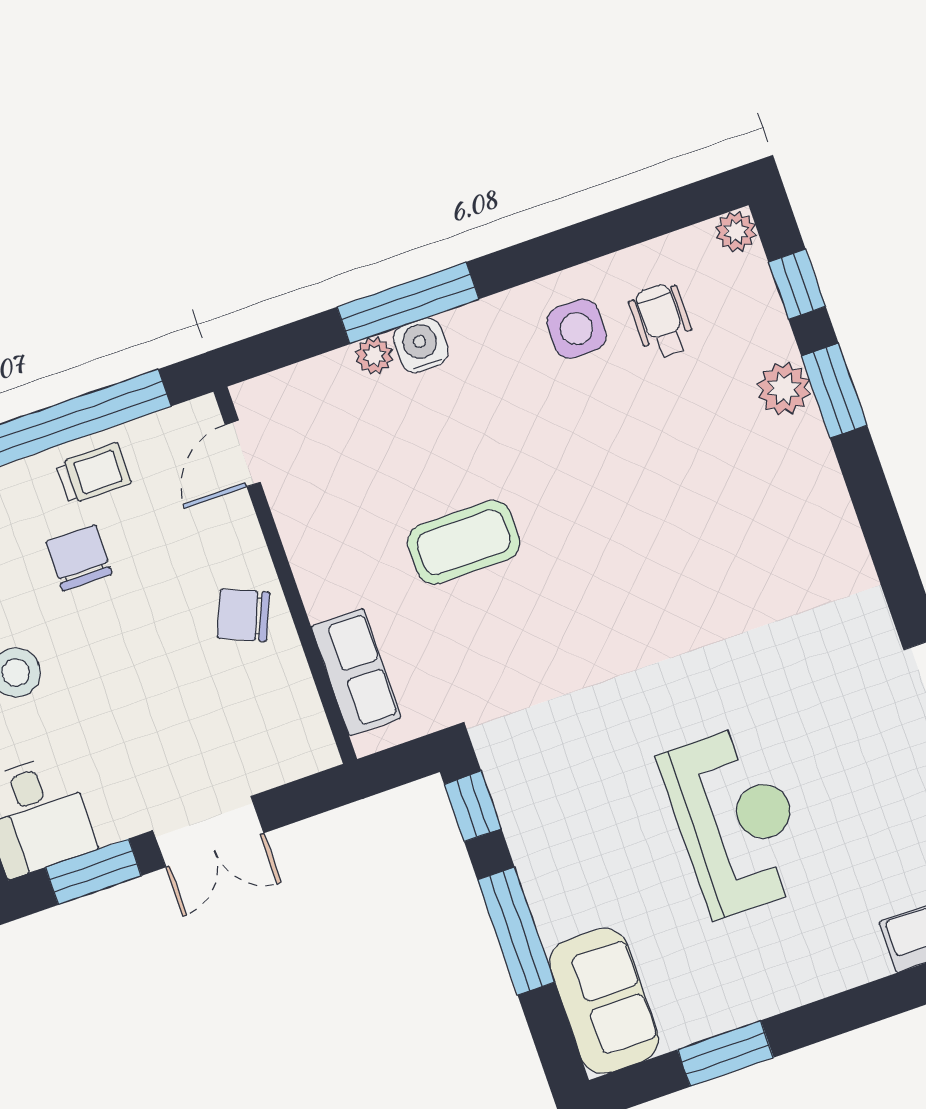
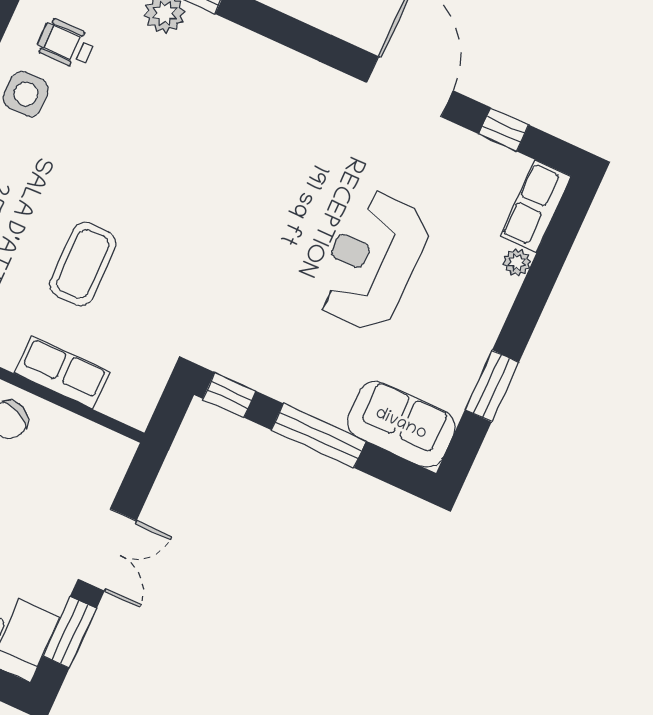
row of seats: (356, 672) -> (62, 373), moved
reception desk: (736, 821) -> (372, 261), turned -90
plant: (869, 963) -> (517, 262), added

